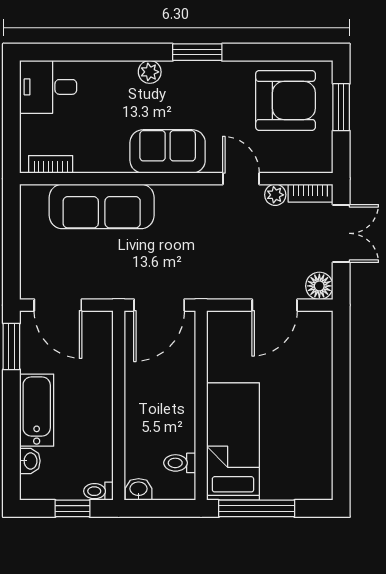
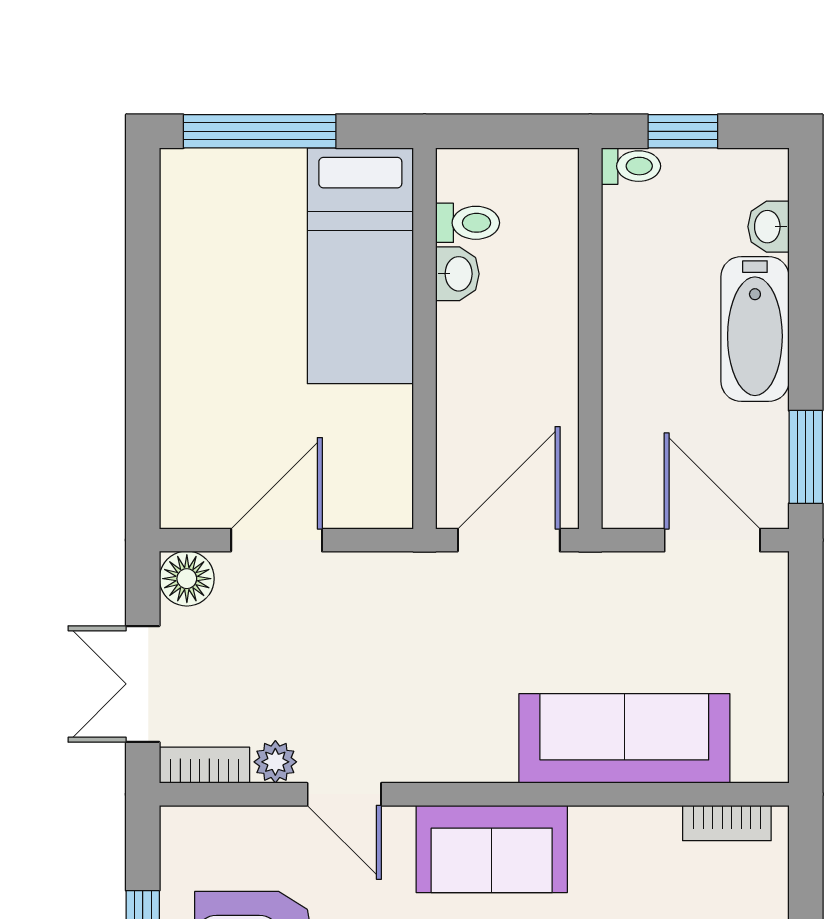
washbasin: (139, 489) -> (457, 274), moved, turned -90
window: (257, 508) -> (260, 131), moved

